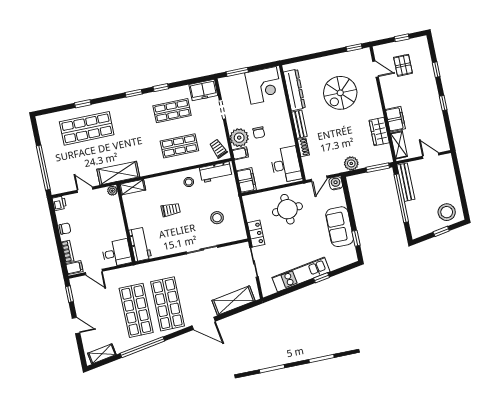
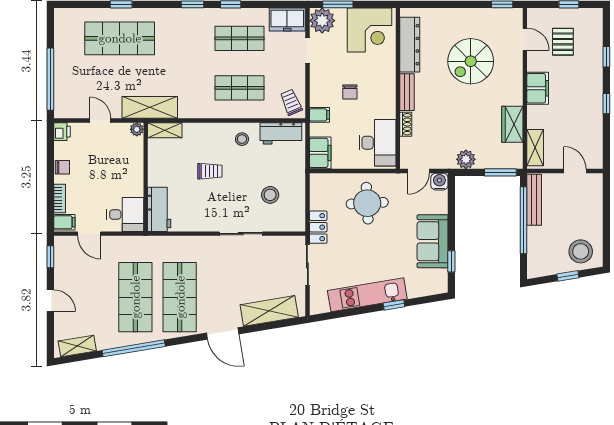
filing cabinet: (395, 119) -> (538, 88), moved
plant: (239, 138) -> (322, 21), moved

